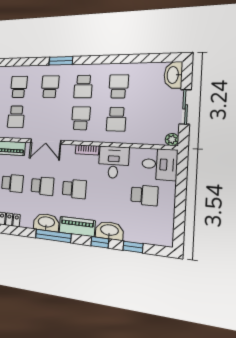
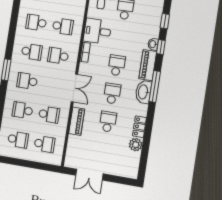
washbasin: (109, 231) -> (153, 44), width x0.52, depth x0.69

